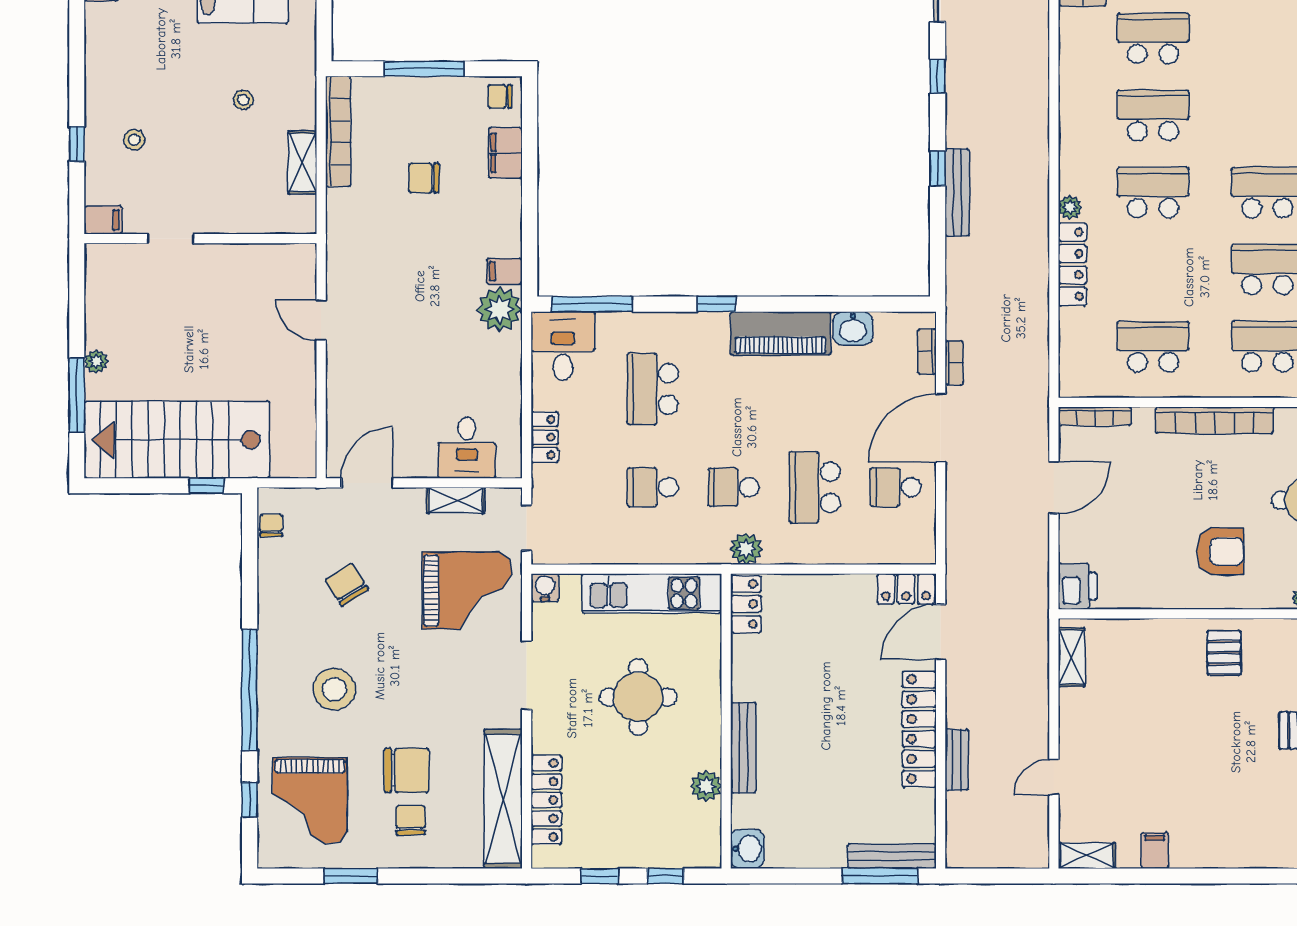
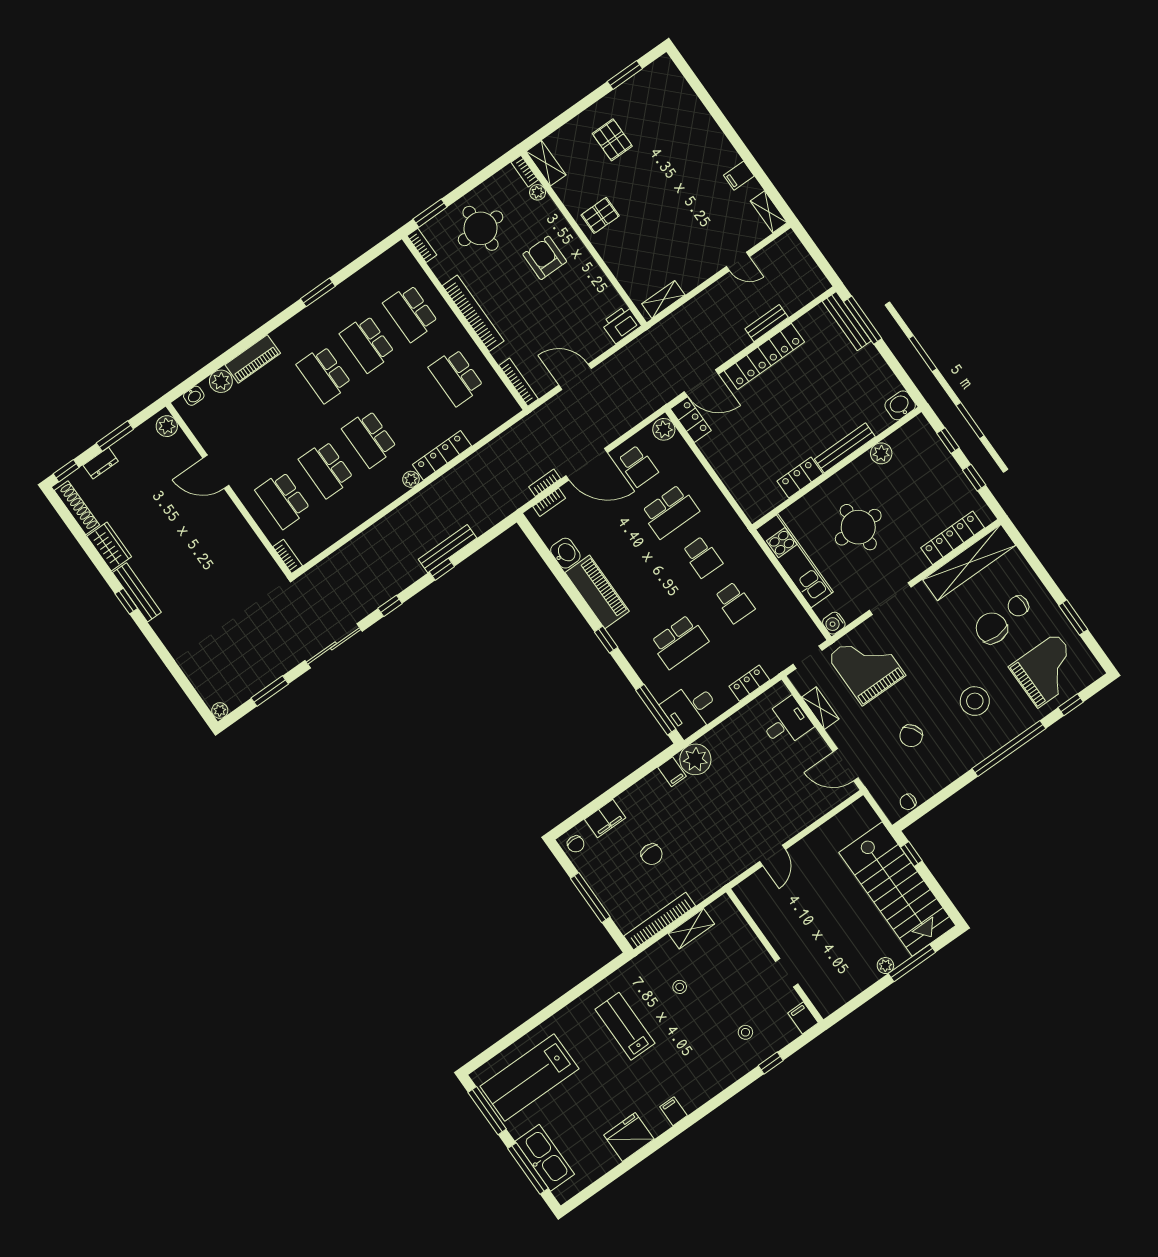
plant: (746, 549) -> (664, 429), moved
locker: (746, 604) -> (800, 477), moved

